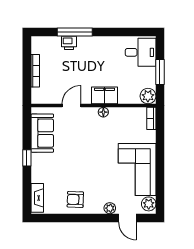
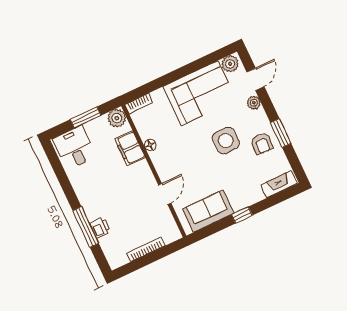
filing cabinet: (105, 95) -> (130, 148), moved
door: (71, 106) -> (165, 194), swing flipped
floor lamp: (103, 112) -> (150, 145), moved
side table: (91, 172) -> (226, 141), added
window: (76, 218) -> (281, 133), added

